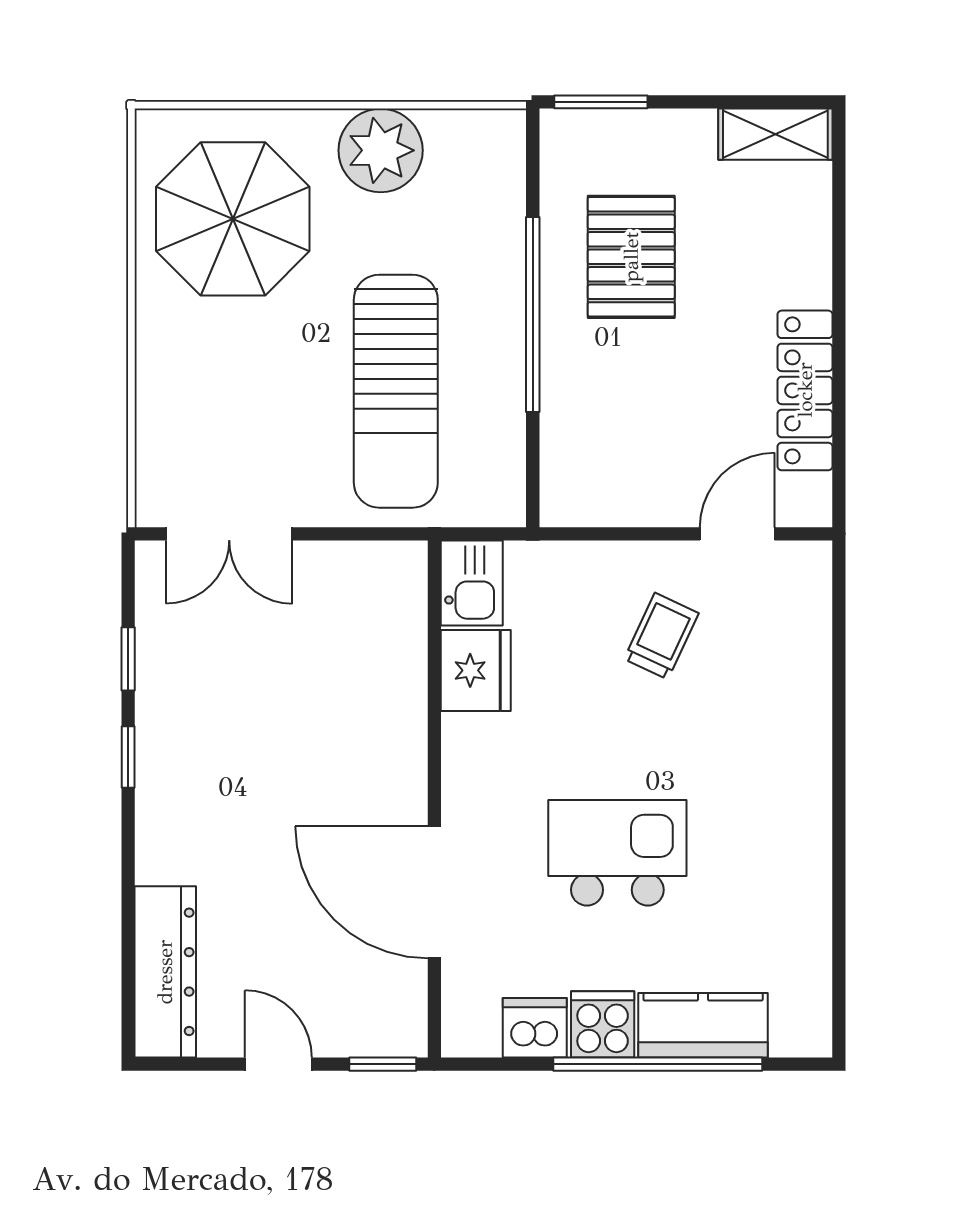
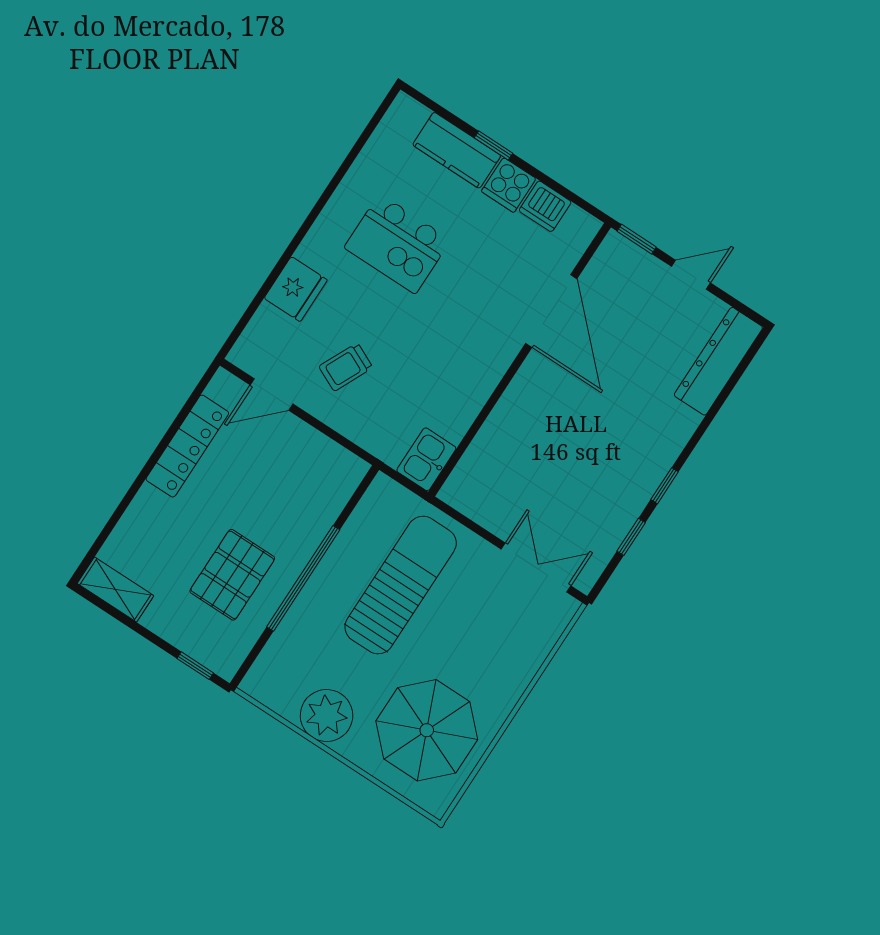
window: (601, 102) -> (195, 666), width x0.67
fridge: (476, 670) -> (296, 289), moved, turned 180
kitchen island: (617, 853) -> (397, 244), moved
door: (278, 1064) -> (691, 275), swing flipped
window: (658, 1064) -> (494, 145), width x0.32

